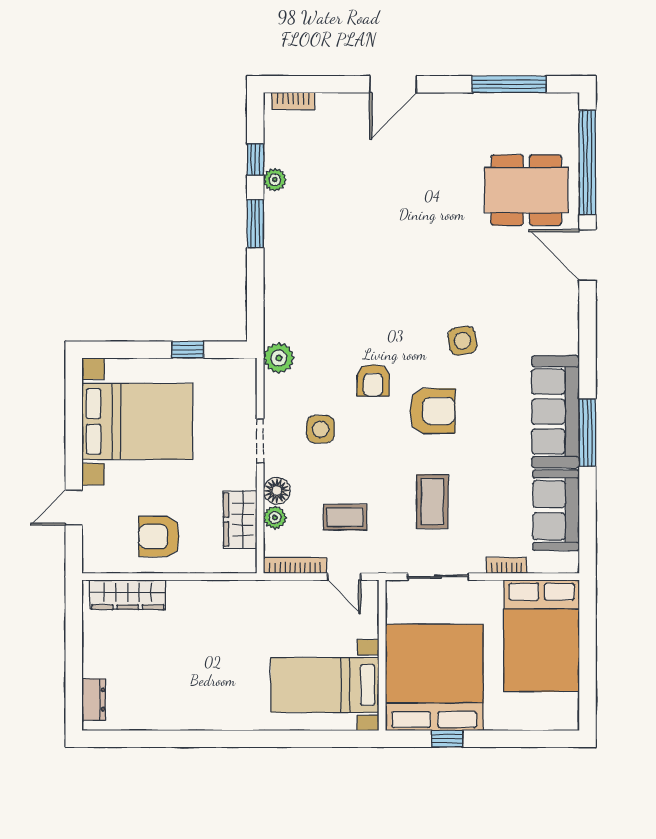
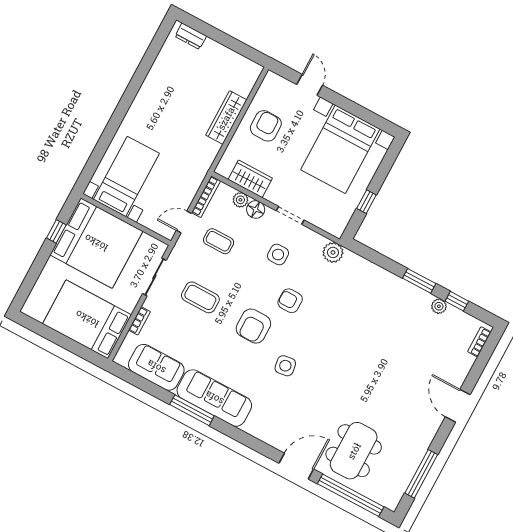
coffee table: (345, 517) -> (219, 241), turned 90
wardrobe: (128, 595) -> (226, 118), moved

